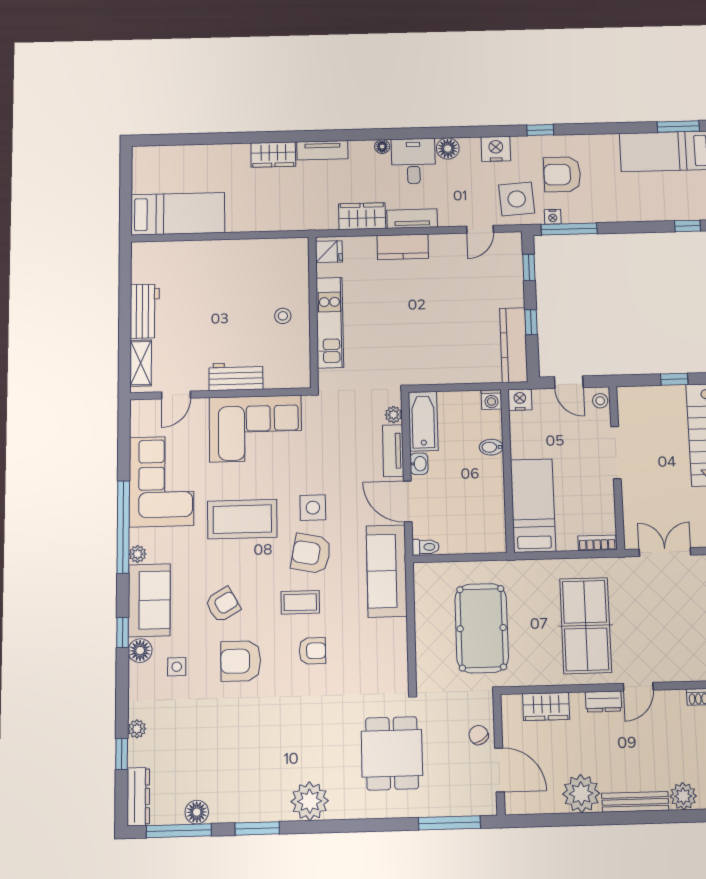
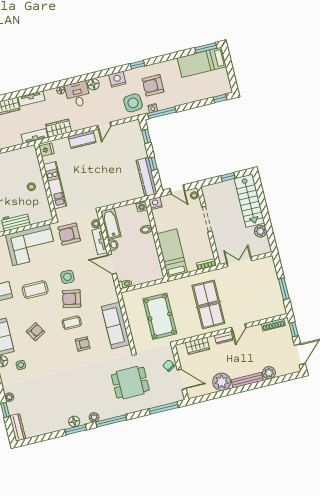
tv unit: (412, 219) -> (35, 136), moved
door: (480, 229) -> (104, 126), moved
coffee table: (242, 519) -> (35, 290), width x0.73, depth x0.76
sofa: (387, 571) -> (116, 326), moved
armchair: (241, 661) -> (69, 234), moved
dining table: (392, 753) -> (130, 383), turned 90
plant: (310, 801) -> (94, 417), width x0.53, depth x0.53
floor lamp: (197, 812) -> (74, 422), moved
window: (179, 831) -> (111, 421), moved

